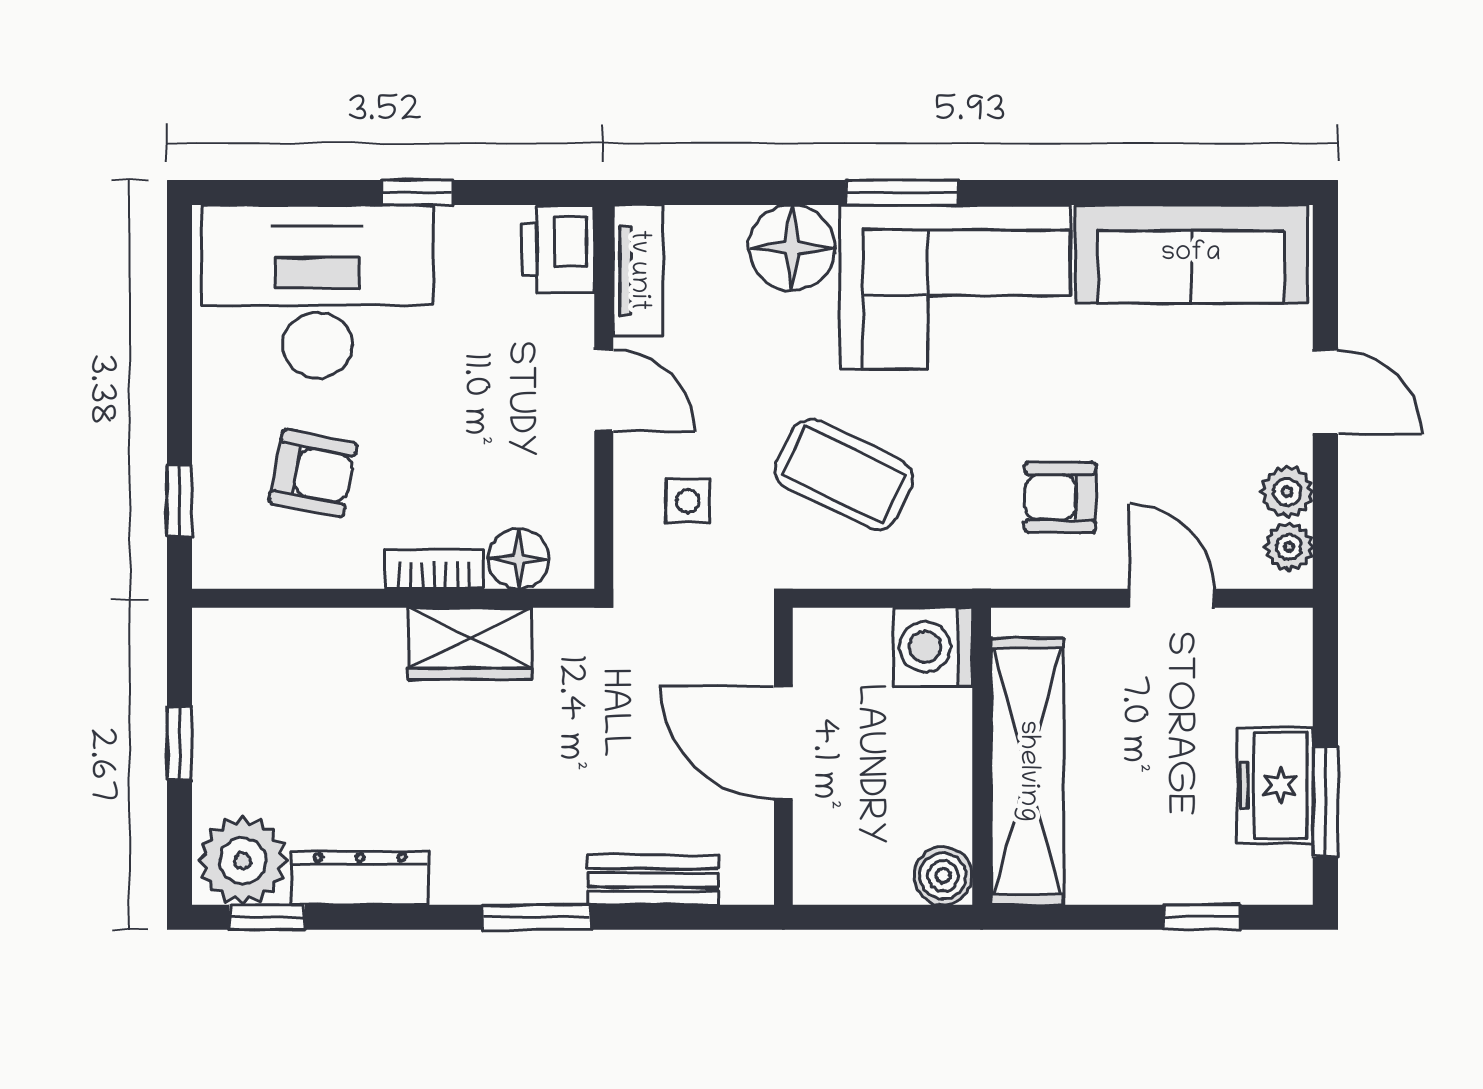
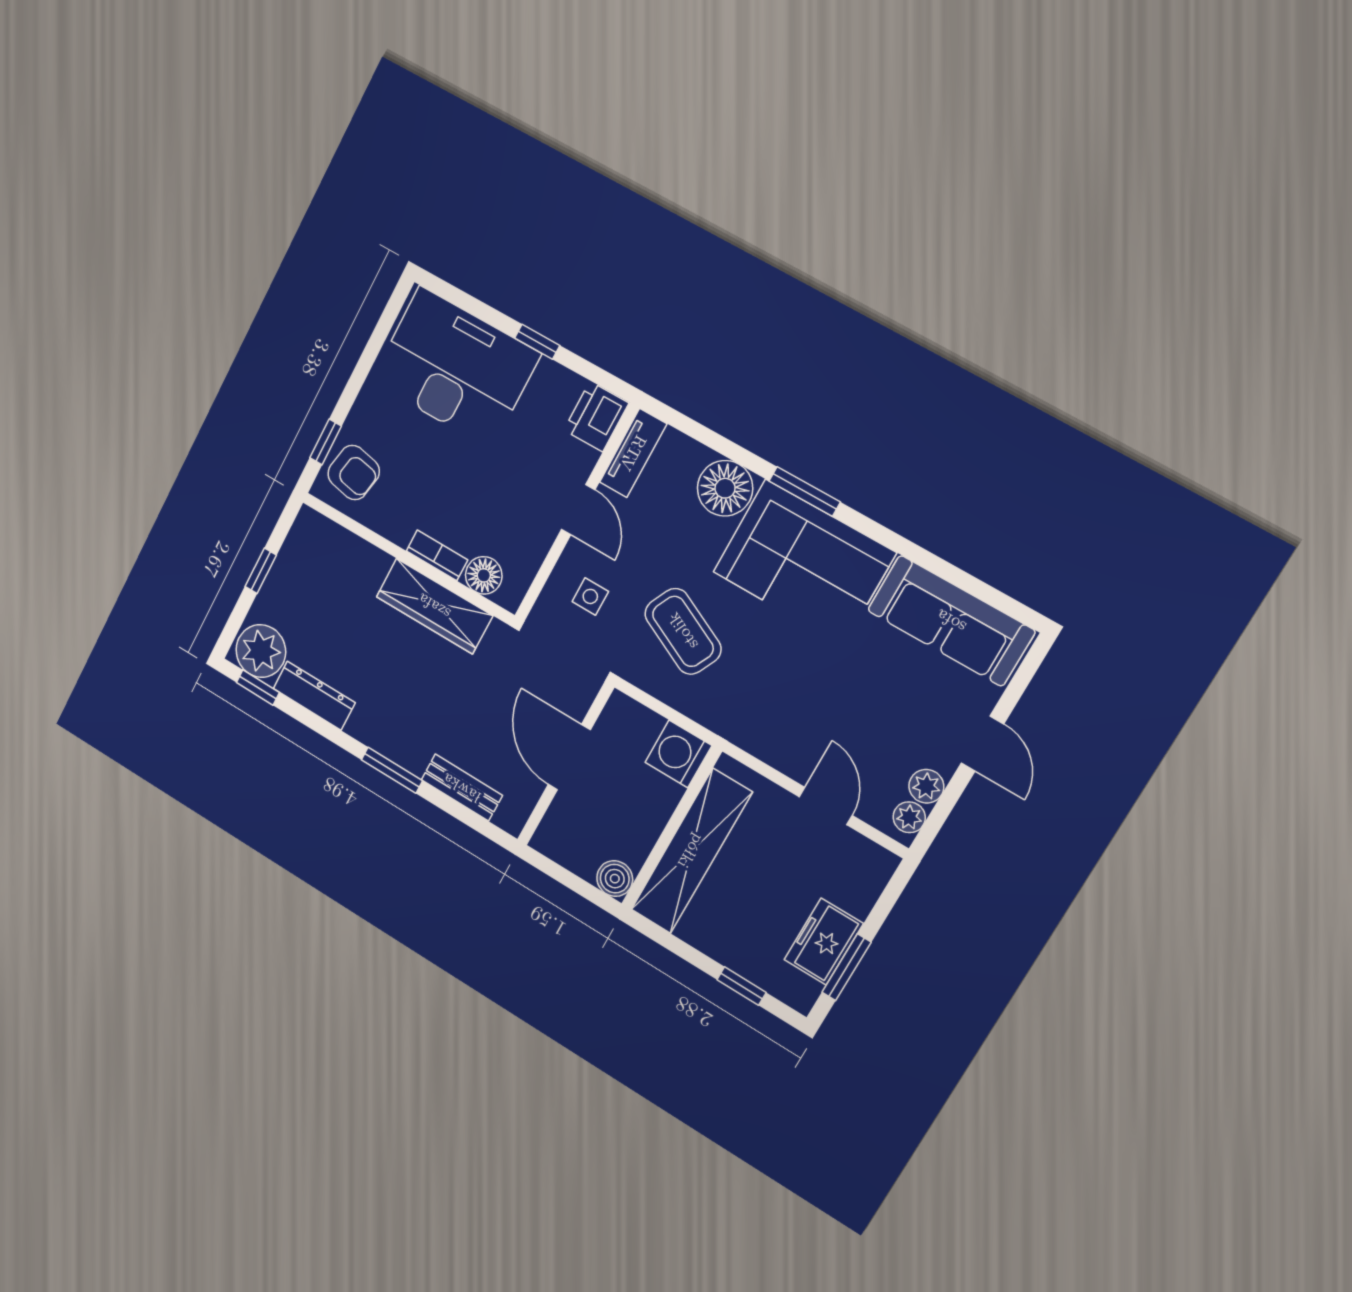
armchair: (313, 473) -> (354, 473), moved
armchair: (1060, 497) -> (796, 714), removed
wardrobe: (470, 644) -> (434, 606), width x1.50

